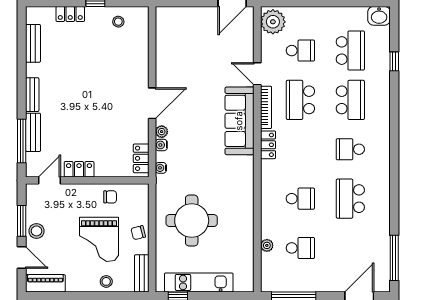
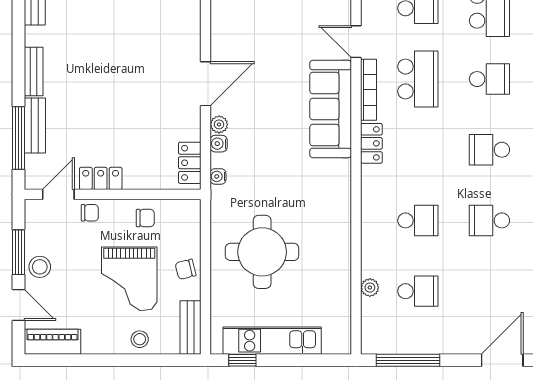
school desk: (300, 100) -> (418, 79), turned 180
school desk: (350, 100) -> (489, 79), width x0.54
chair: (71, 193) -> (90, 213), added
school desk: (350, 199) -> (489, 220), width x0.54

